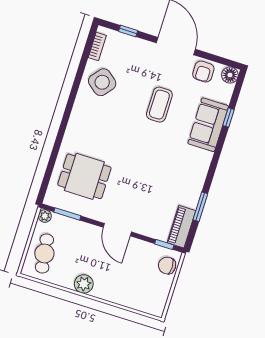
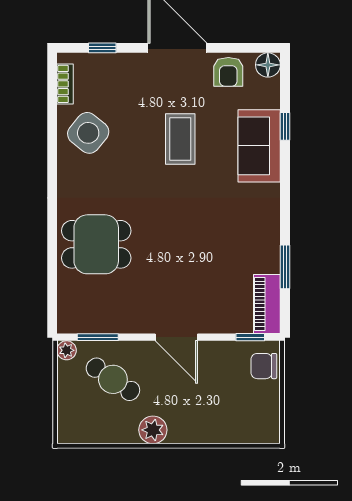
dining table: (84, 176) -> (96, 244), moved
cafe table: (44, 254) -> (113, 379), moved, turned -48

